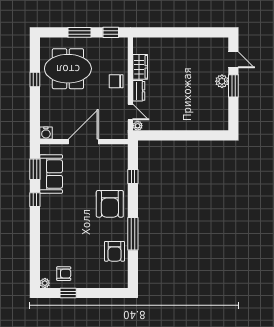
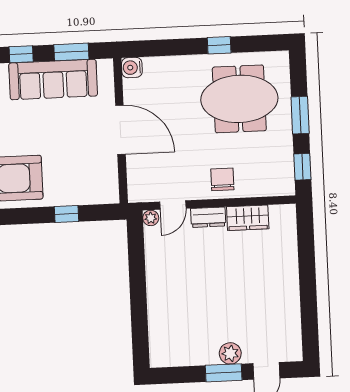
meeting table: (68, 69) -> (239, 99), turned 90
sofa: (51, 174) -> (53, 79), width x1.36

